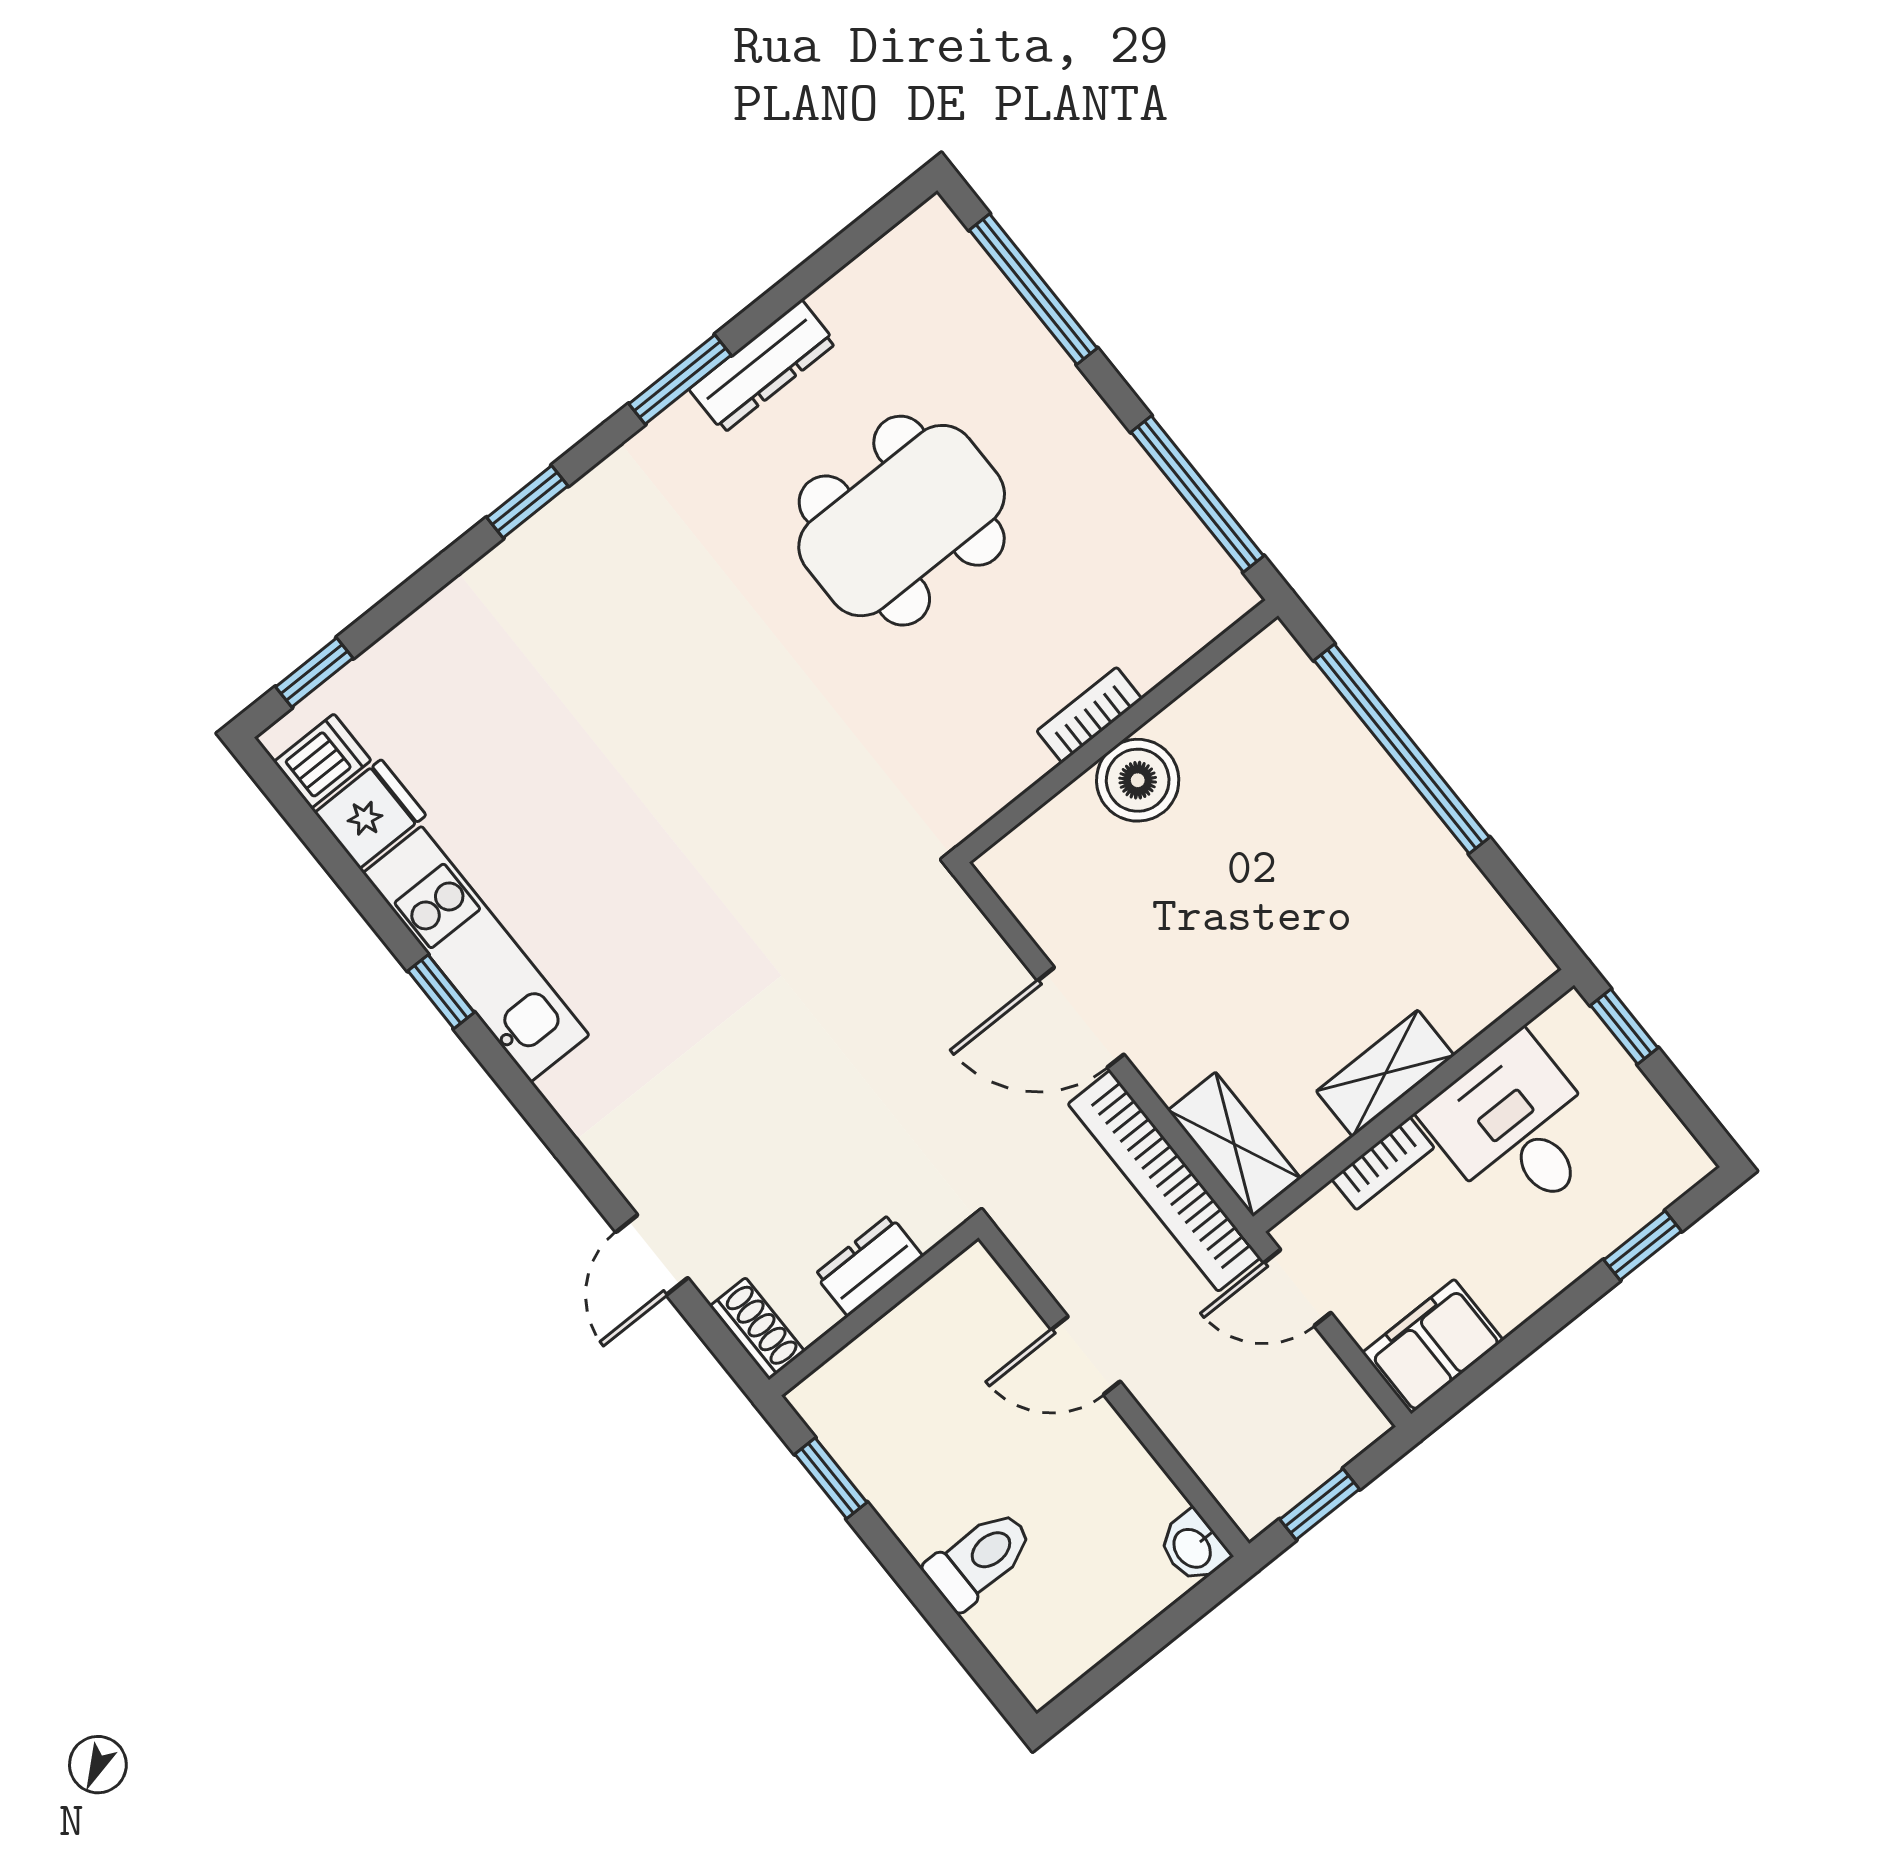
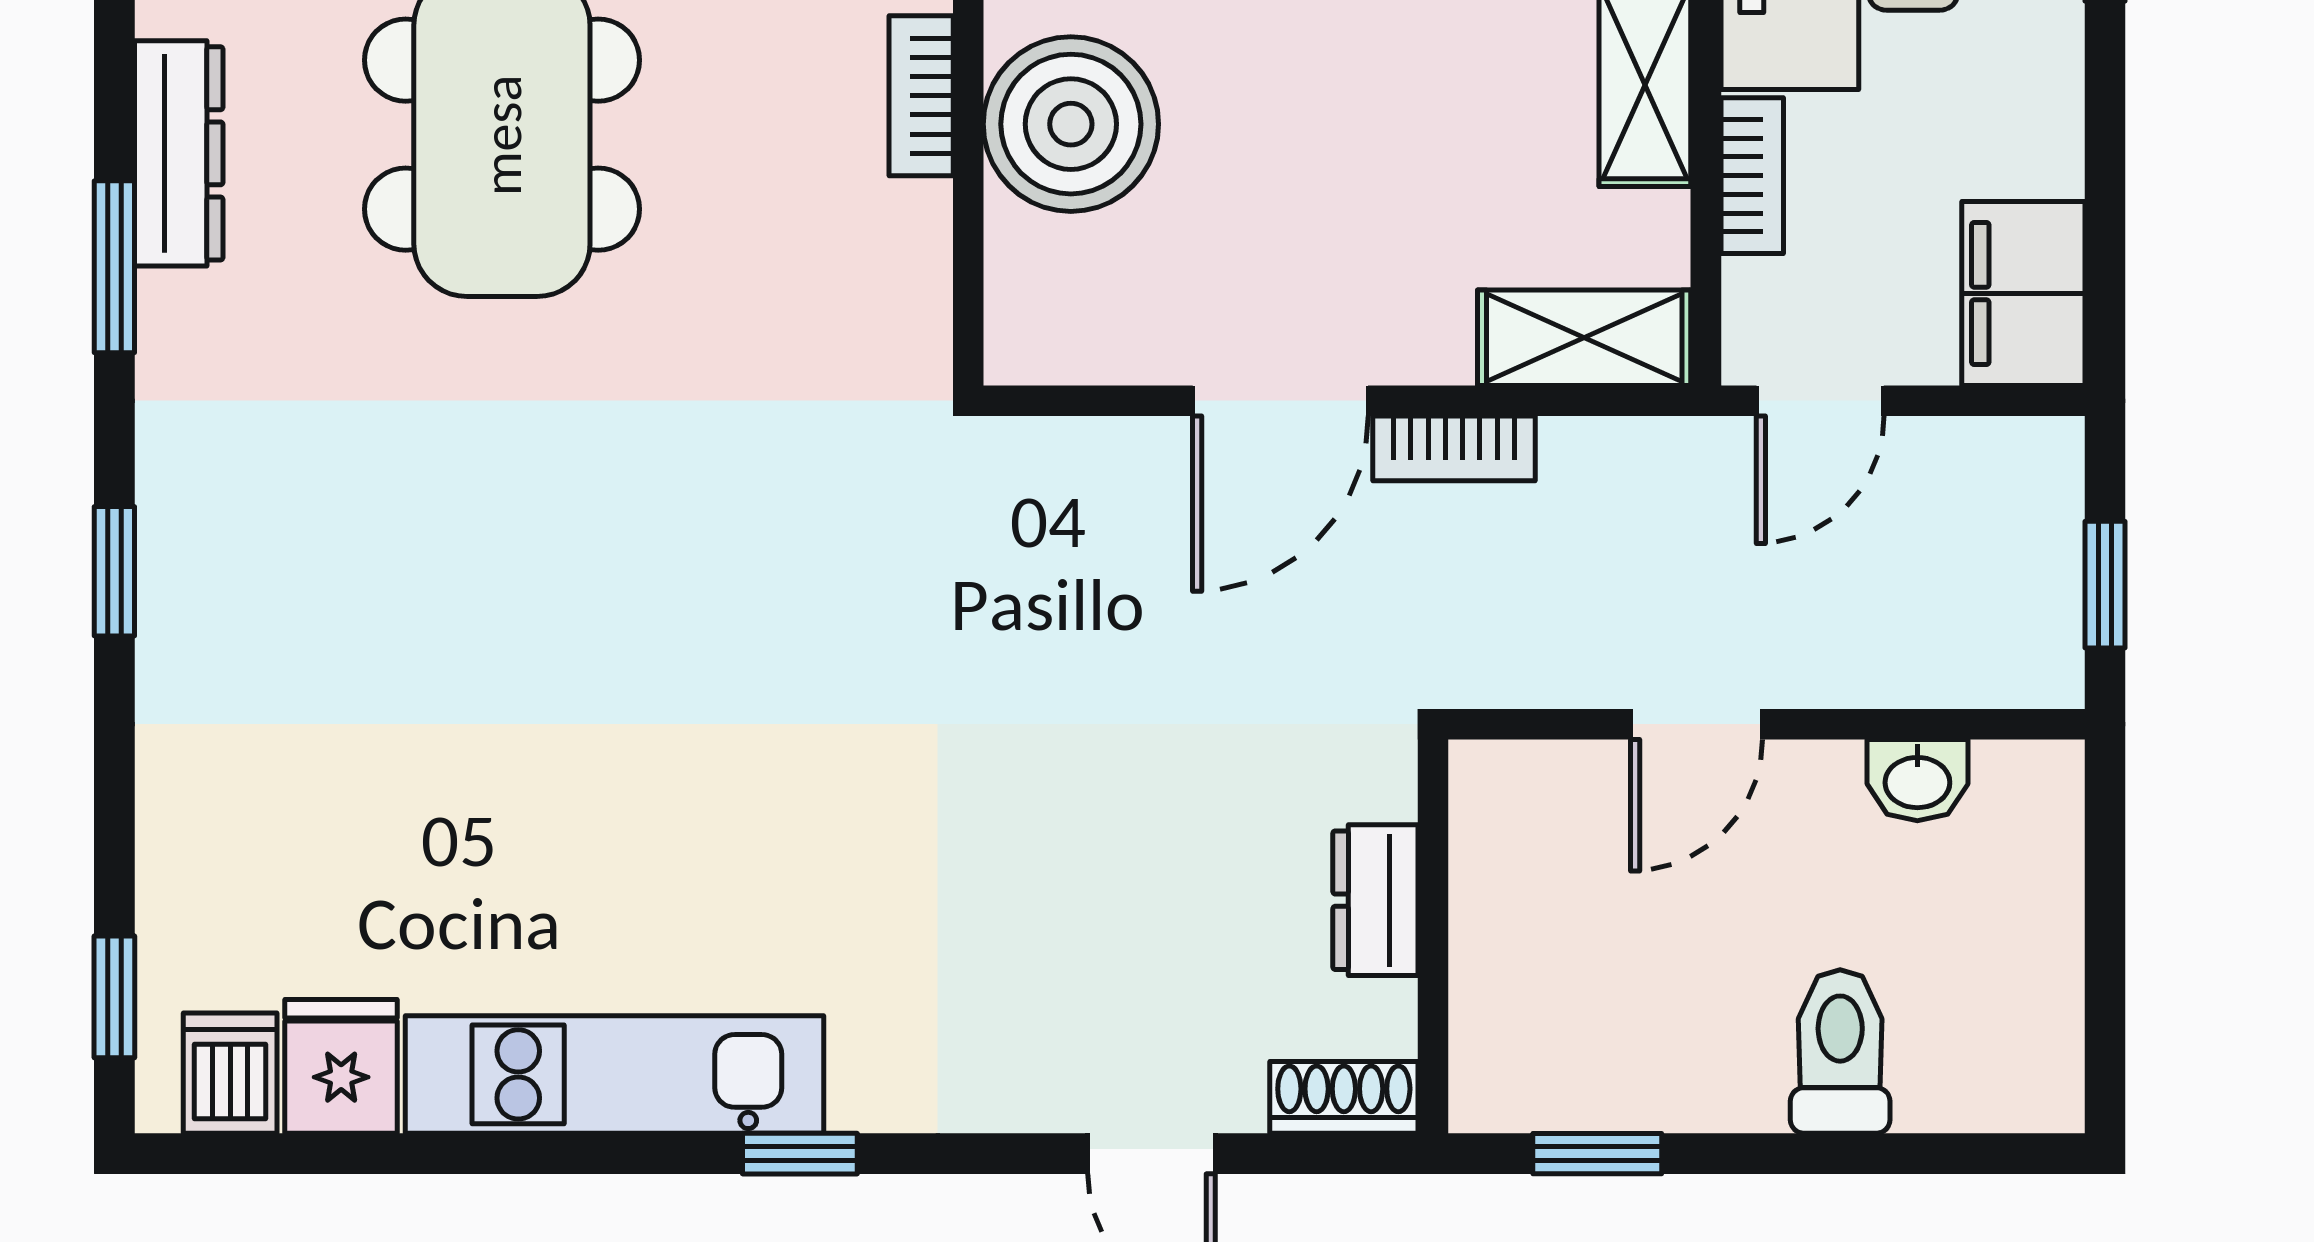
boiler: (1138, 780) -> (1071, 124), width x1.37, depth x1.37
window: (441, 992) -> (800, 1154), moved
bookcase: (1164, 1181) -> (1454, 448), width x0.43, depth x0.76
washbasin: (1193, 1547) -> (1917, 780), moved

